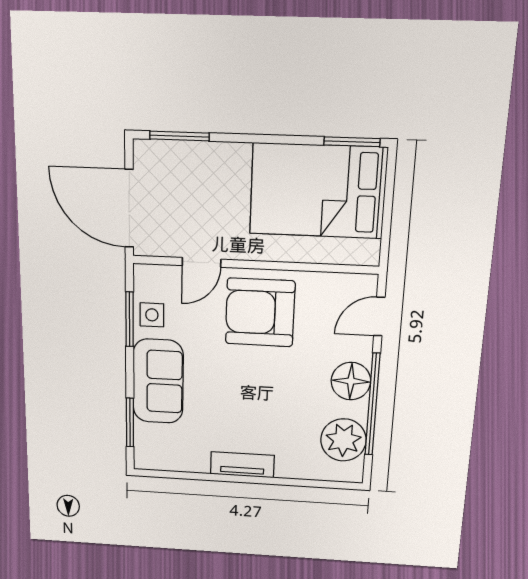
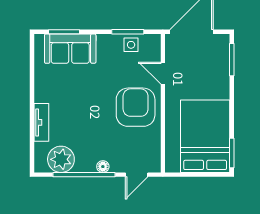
door: (379, 316) -> (137, 175), swing flipped
sofa: (158, 381) -> (70, 49), moved
floor lamp: (351, 381) -> (103, 167), width x0.53, depth x0.53
tv unit: (242, 465) -> (41, 122), moved

